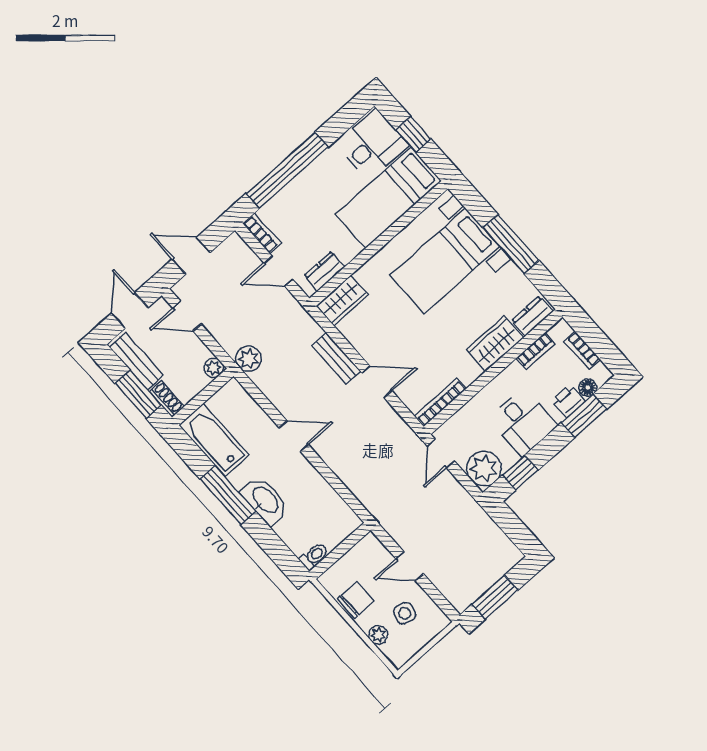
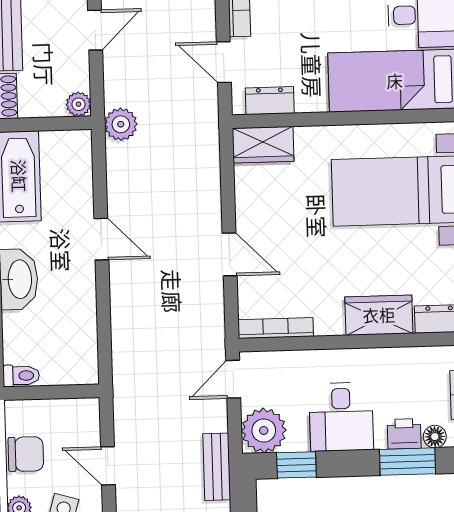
door: (187, 316) -> (95, 30), swing flipped
bookcase: (536, 351) -> (414, 356), removed
bench: (336, 358) -> (217, 467), moved

